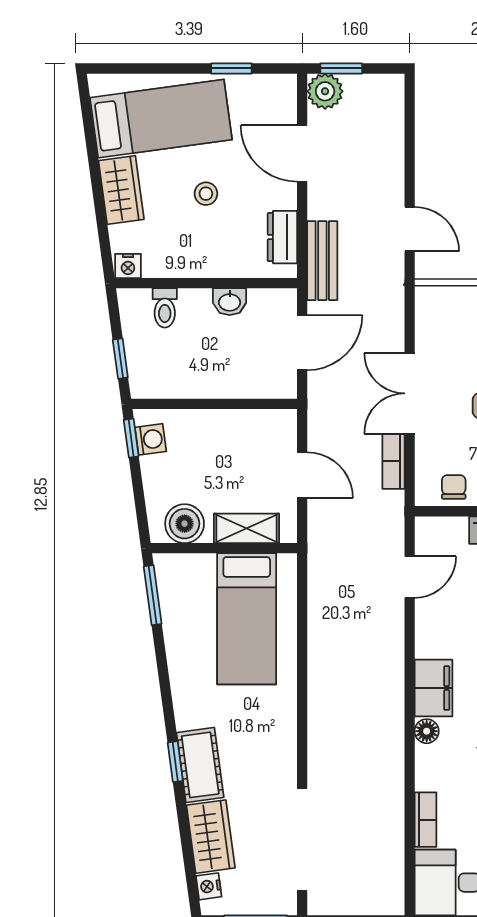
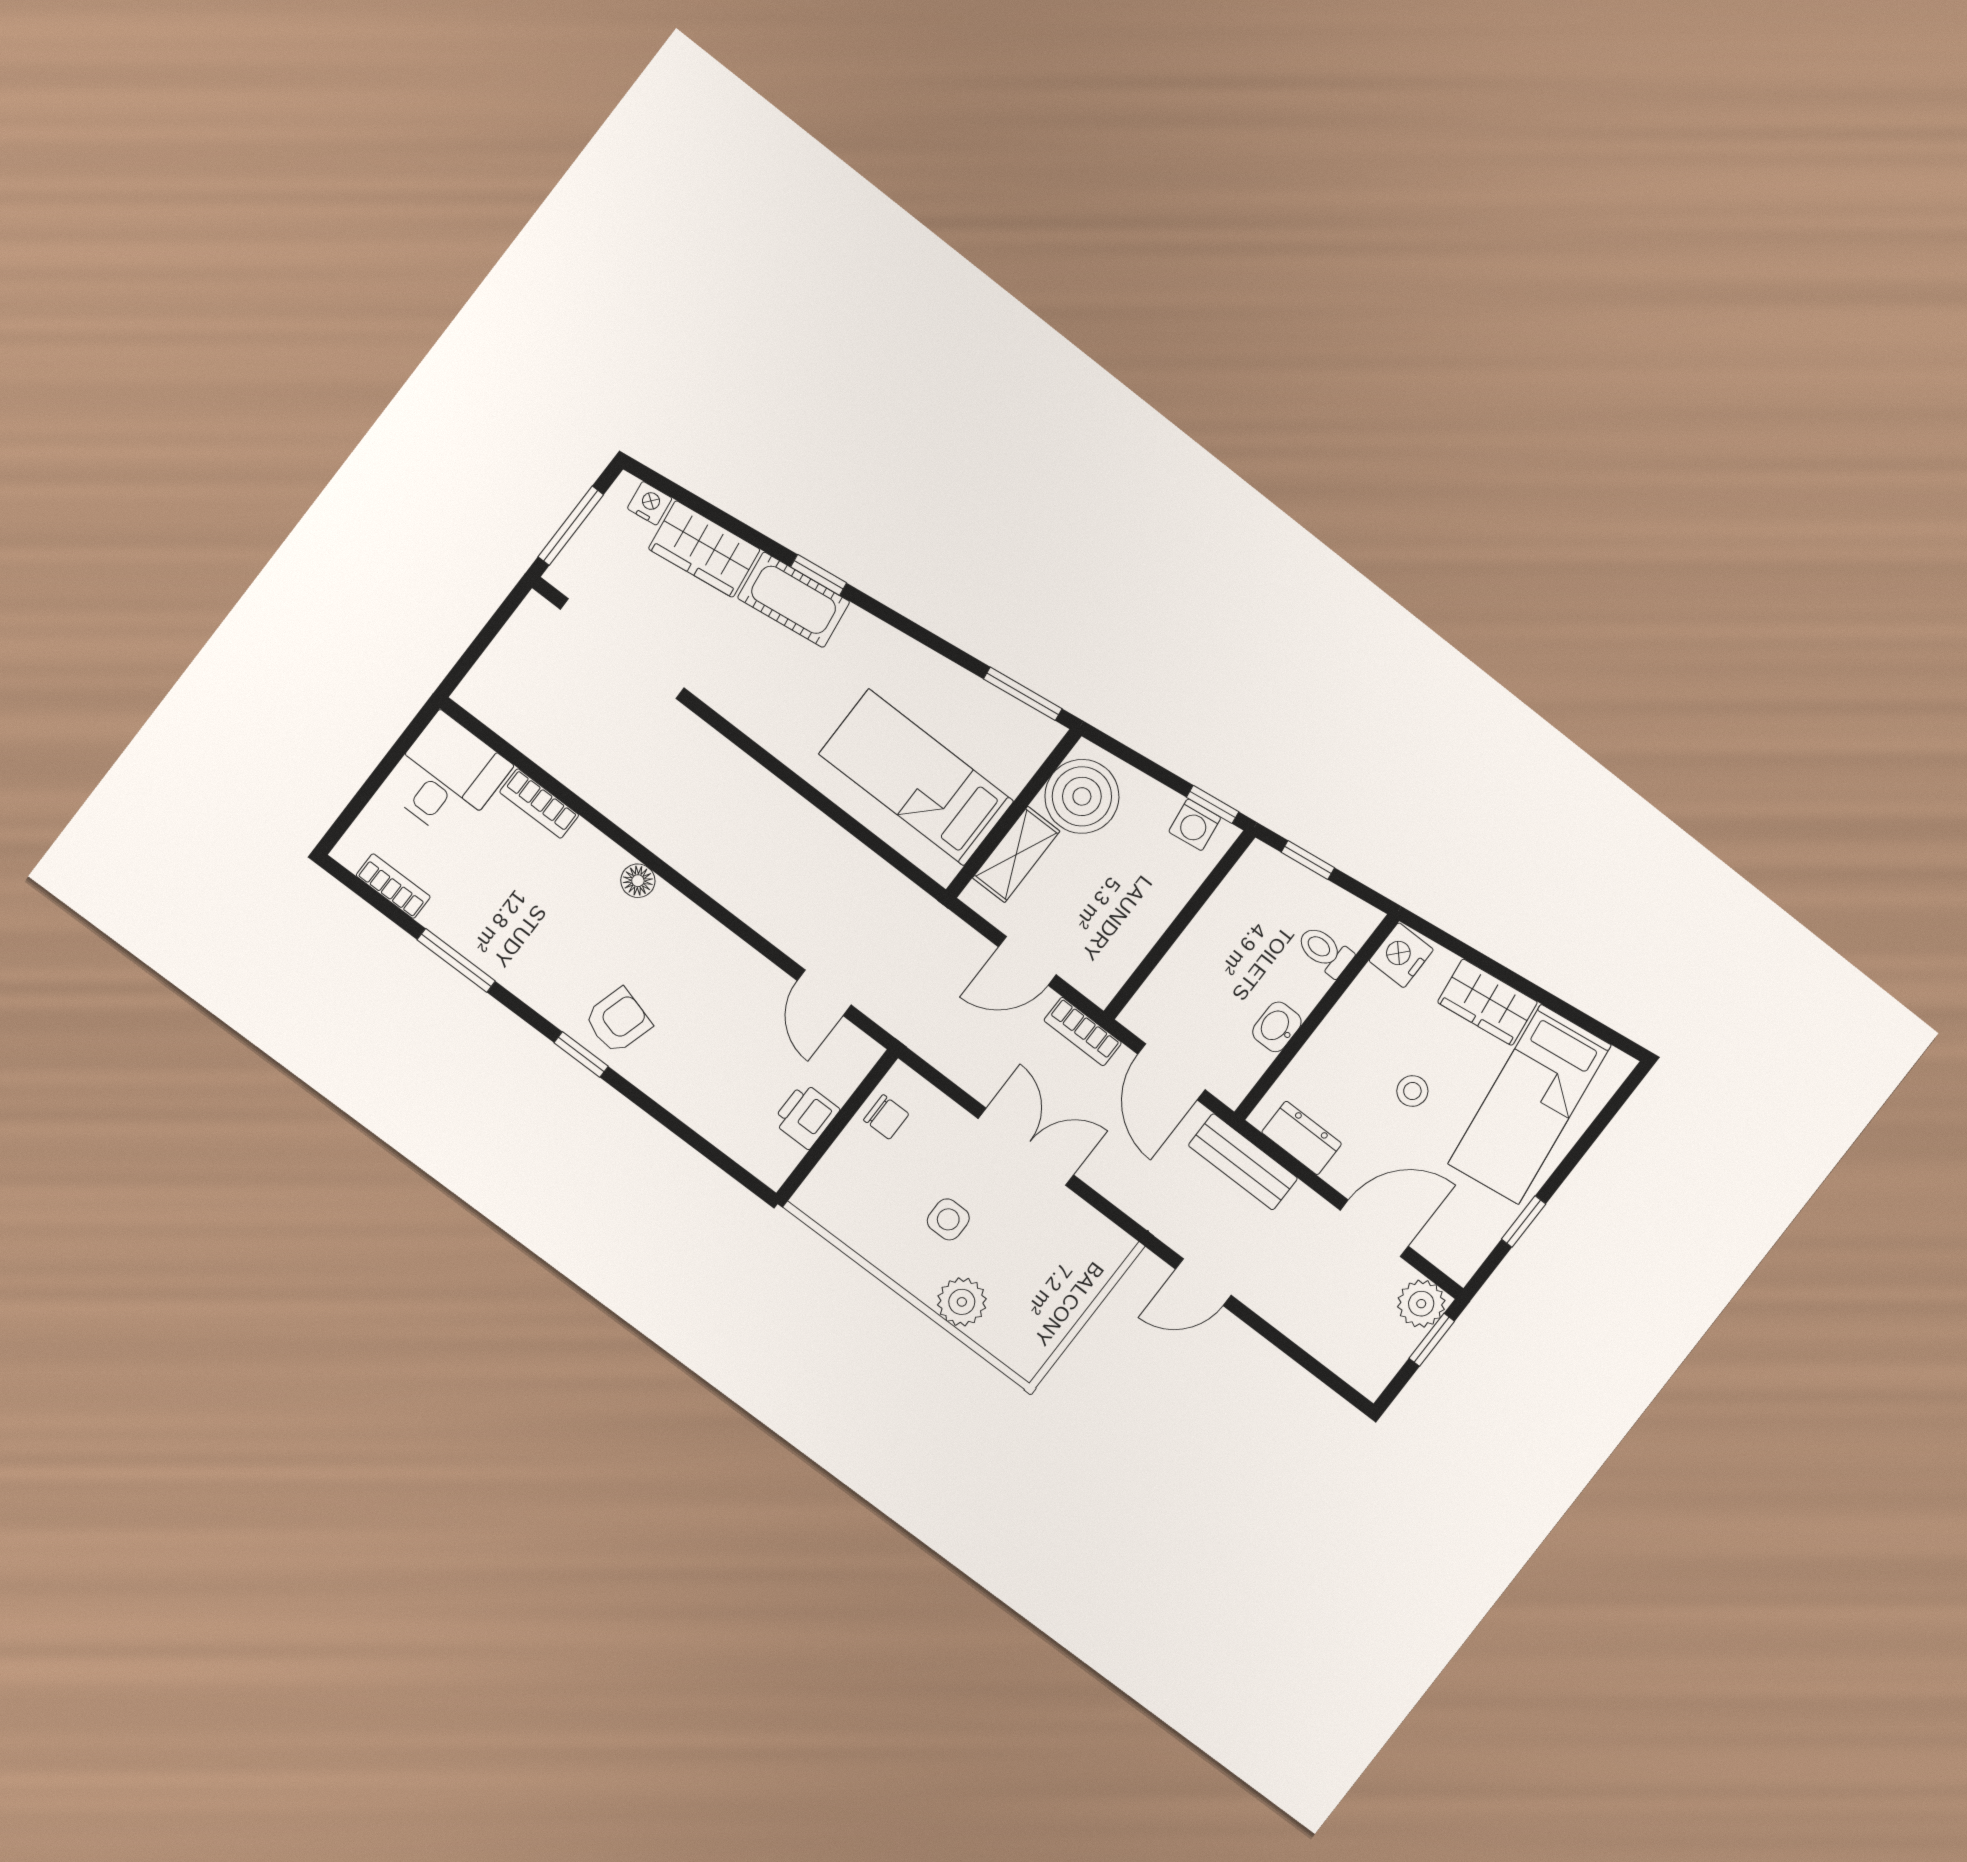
nightstand: (128, 266) -> (1401, 955), width x1.39, depth x1.35
bookcase: (393, 461) -> (1083, 1032), moved, turned 180
boiler: (185, 524) -> (1082, 796), width x1.37, depth x1.37
filing cabinet: (433, 688) -> (680, 925), removed

